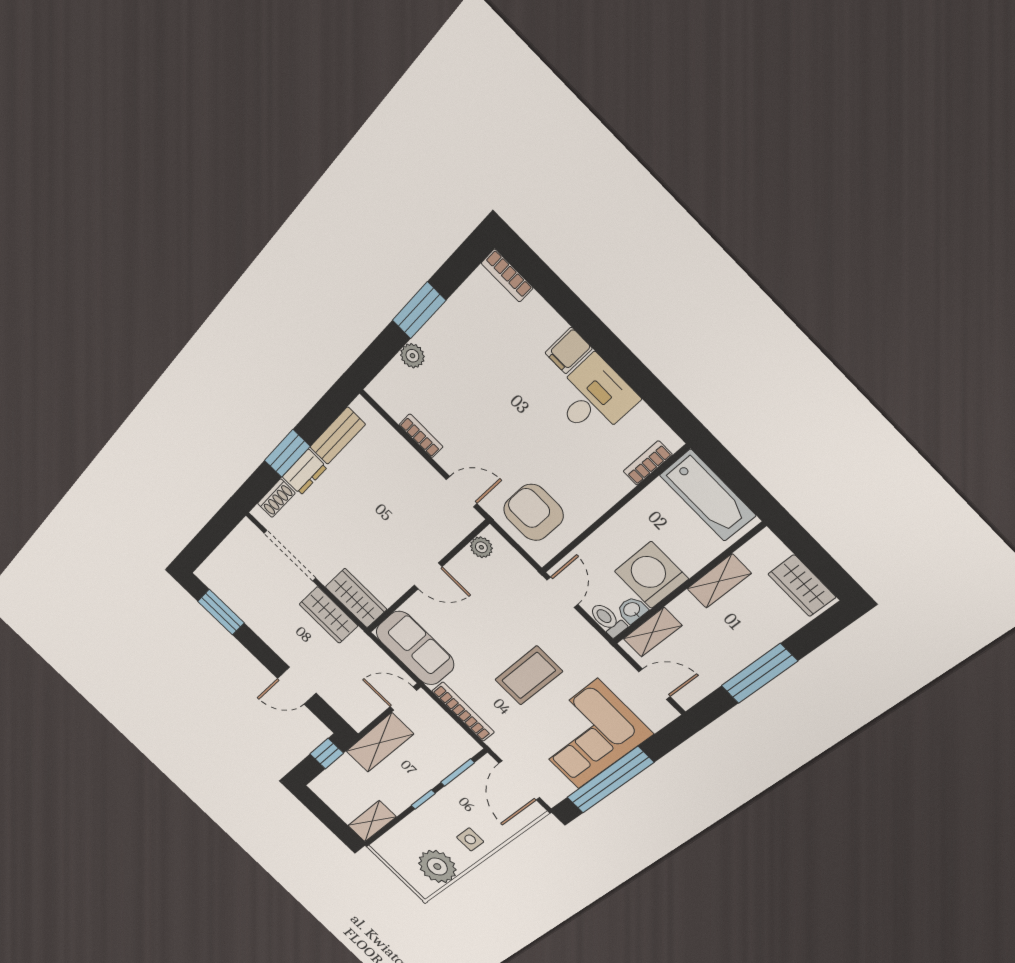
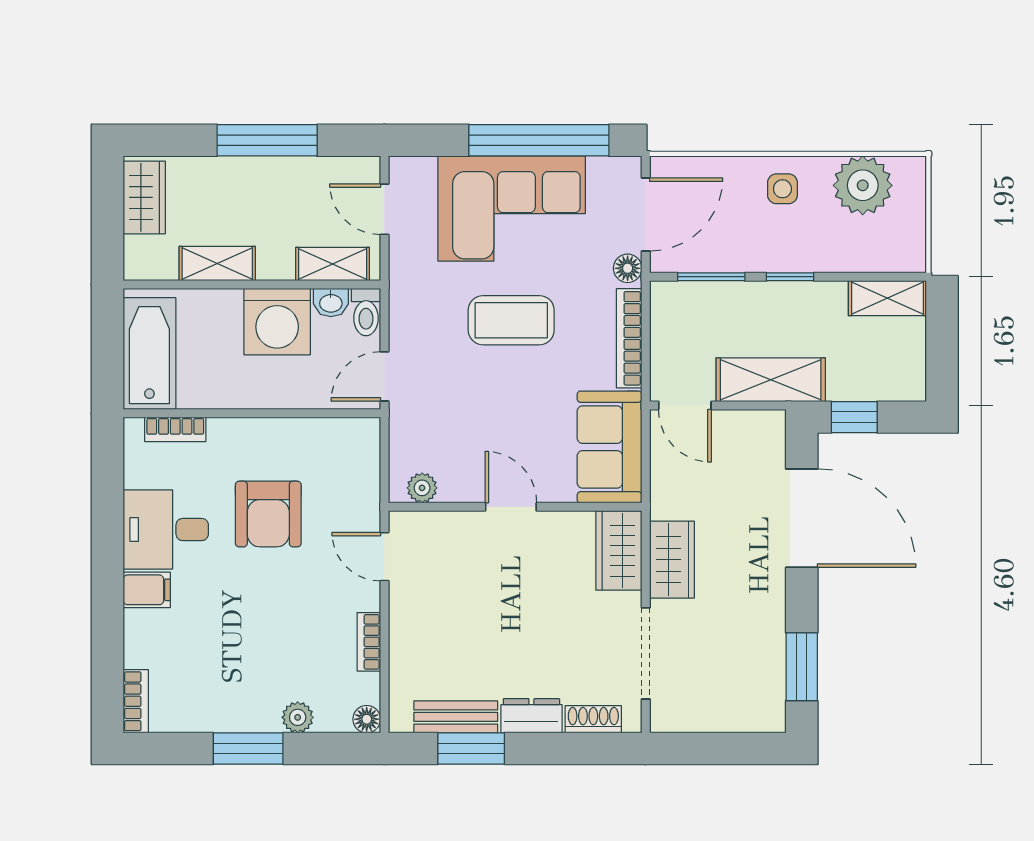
floor lamp: (378, 390) -> (367, 719), added
window: (287, 453) -> (471, 749), moved
armchair: (533, 512) -> (268, 514), moved
door: (297, 686) -> (802, 518), width x1.88
floor lamp: (500, 747) -> (628, 268), added

